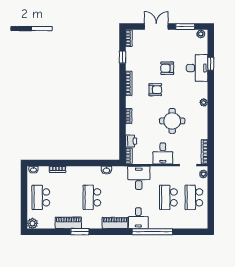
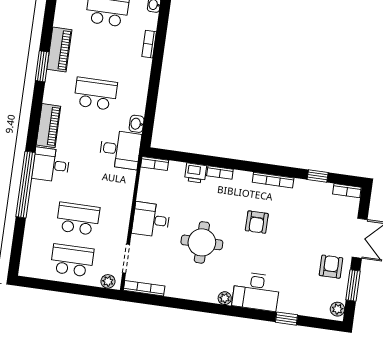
armchair: (167, 68) -> (331, 267), moved
desk: (197, 68) -> (256, 291), moved
printer: (131, 141) -> (196, 173), moved
desk: (139, 178) -> (120, 150), moved

